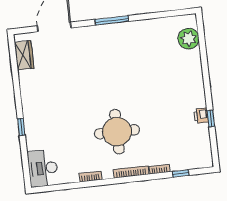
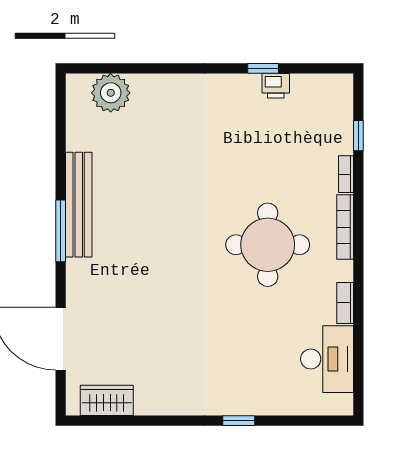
bench: (127, 28) -> (79, 205), added
printer: (201, 116) -> (276, 86), moved
desk: (43, 168) -> (327, 359), moved, turned -90

